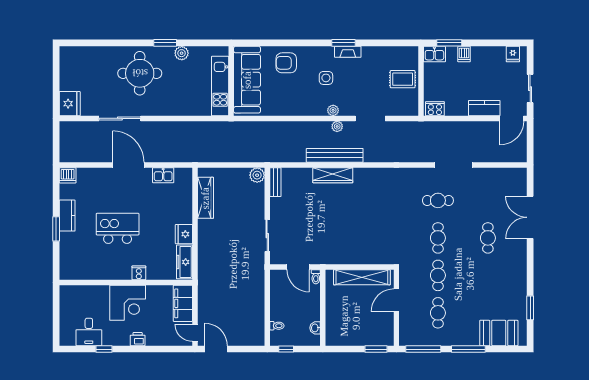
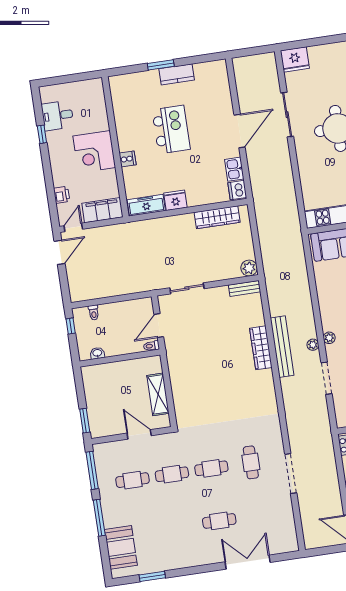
dishwasher: (68, 175) -> (237, 190), moved
shelving: (362, 277) -> (158, 394), width x0.68
printer: (138, 339) -> (62, 195), moved

